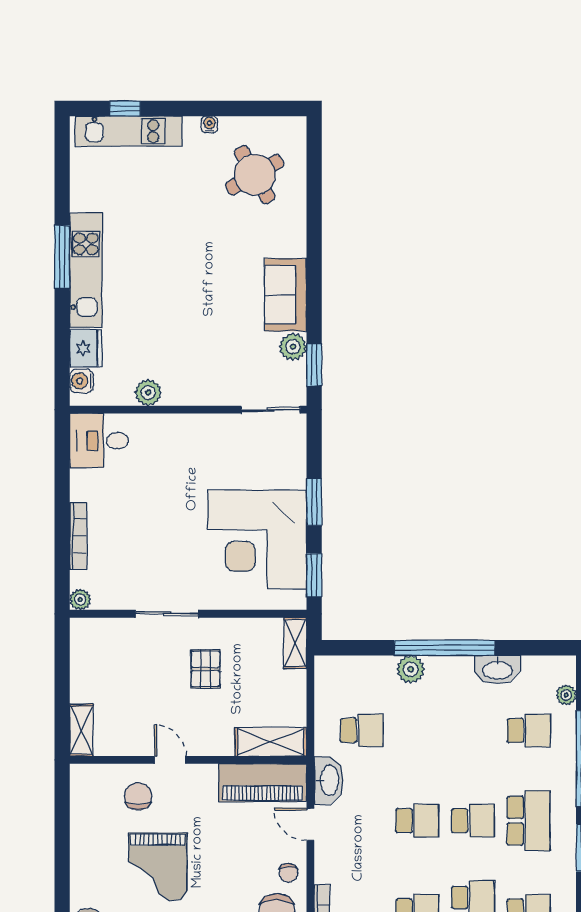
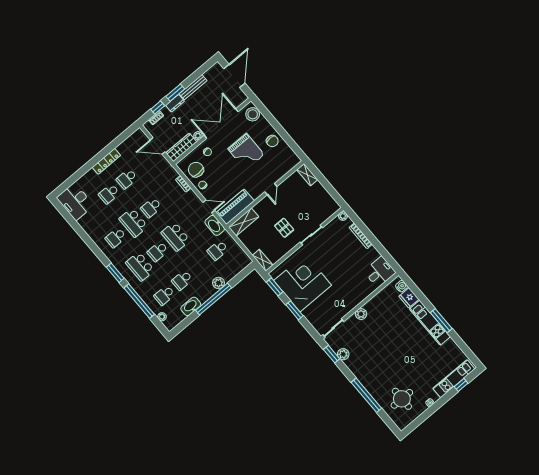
round table: (255, 175) -> (402, 399), turned 30
window: (314, 236) -> (366, 395), added
sofa: (286, 295) -> (360, 369), removed
plant: (148, 393) -> (361, 314), moved
school desk: (473, 730) -> (182, 280), added
door: (170, 760) -> (271, 189), hinge flipped
chair: (138, 796) -> (272, 141), moved
school desk: (417, 821) -> (176, 236), width x1.85
grand piano: (158, 867) -> (246, 152), turned 180

